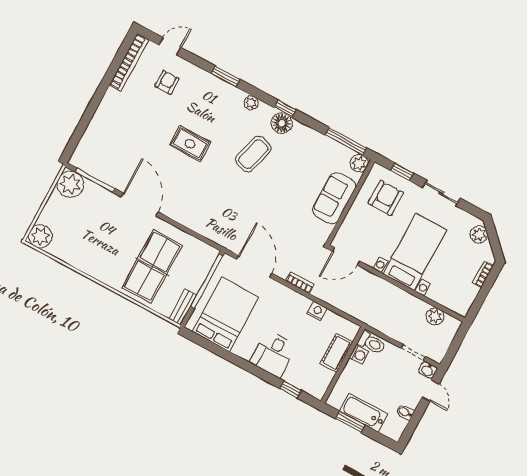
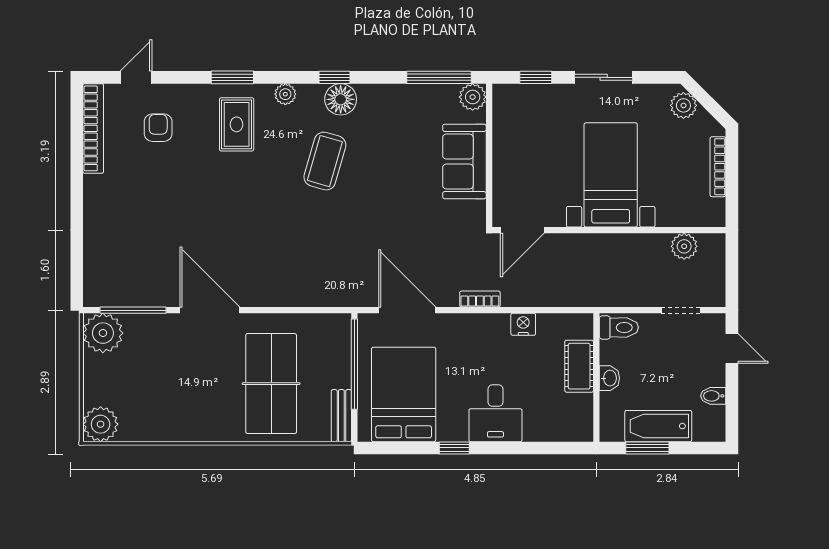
rug: (190, 144) -> (237, 124), moved, turned 90
armchair: (386, 198) -> (533, 124), removed
bookcase: (483, 274) -> (718, 167), width x1.56
washing machine: (359, 355) -> (610, 352), removed
washbasin: (428, 370) -> (609, 378), moved, turned -90
window: (290, 389) -> (454, 448), moved

